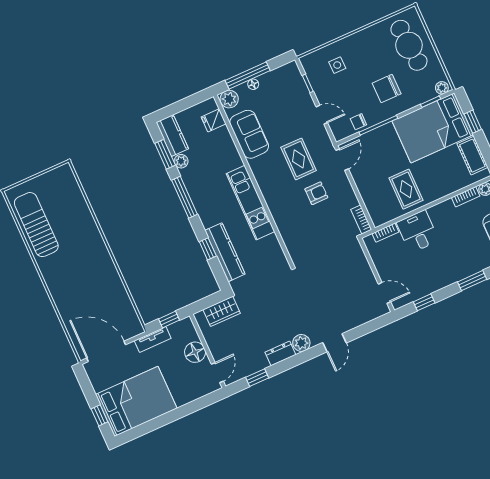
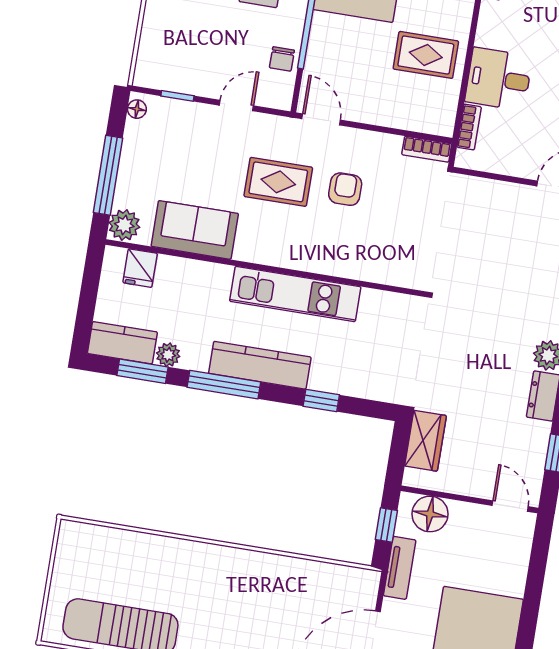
side table: (337, 65) -> (179, 35), removed
floor lamp: (253, 84) -> (137, 109), moved
kitchen counter: (225, 252) -> (260, 365), moved
floor lamp: (195, 352) -> (430, 514), moved

